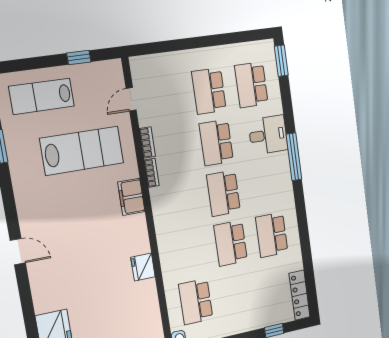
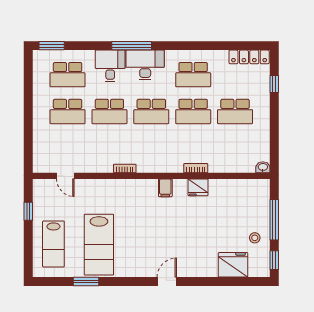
bookcase: (147, 143) -> (196, 168), moved
lab bench: (82, 151) -> (99, 245), moved, turned 180
desk: (275, 176) -> (145, 65), added
filing cabinet: (131, 197) -> (165, 188), moved, width x0.50
school desk: (196, 302) -> (235, 111), moved

